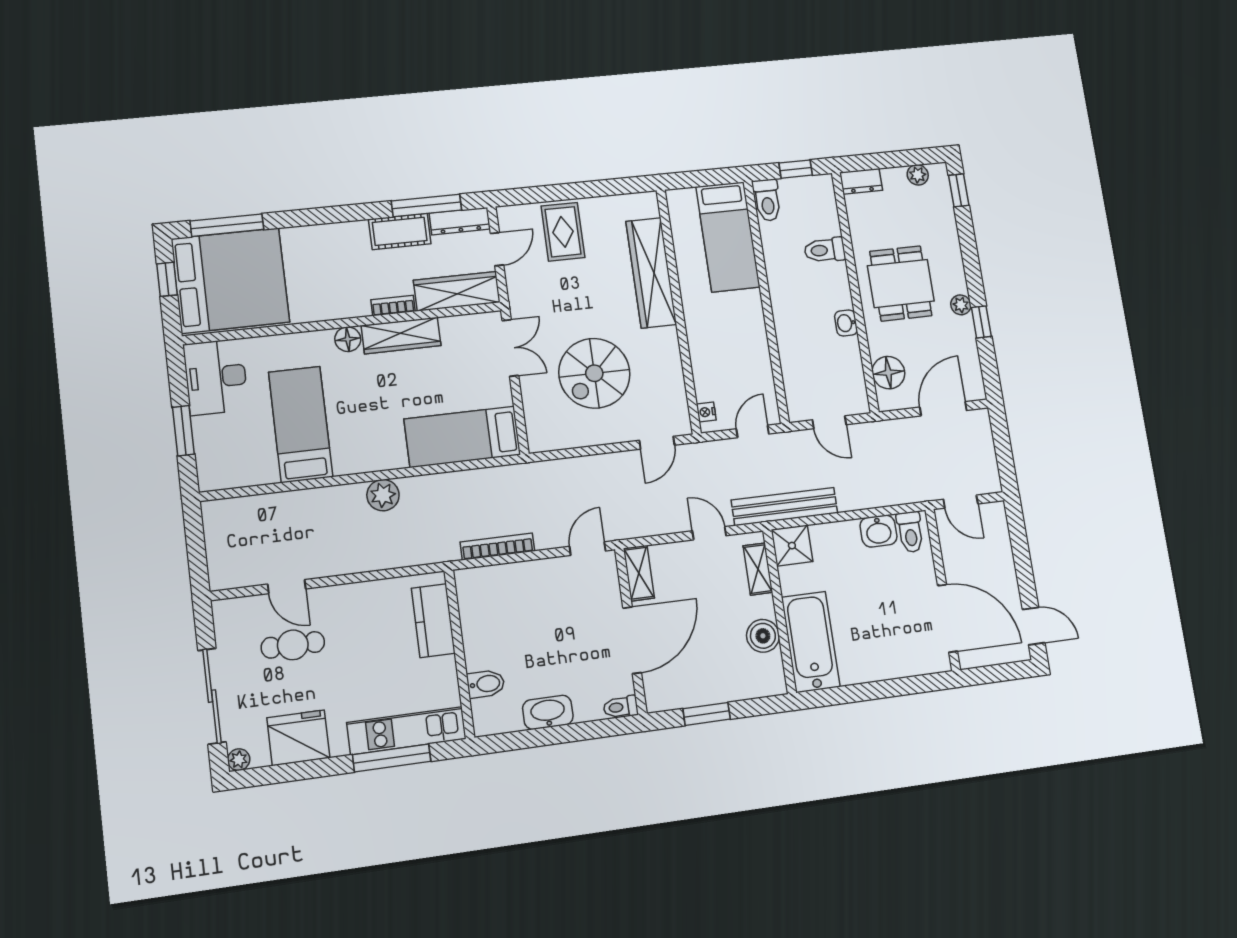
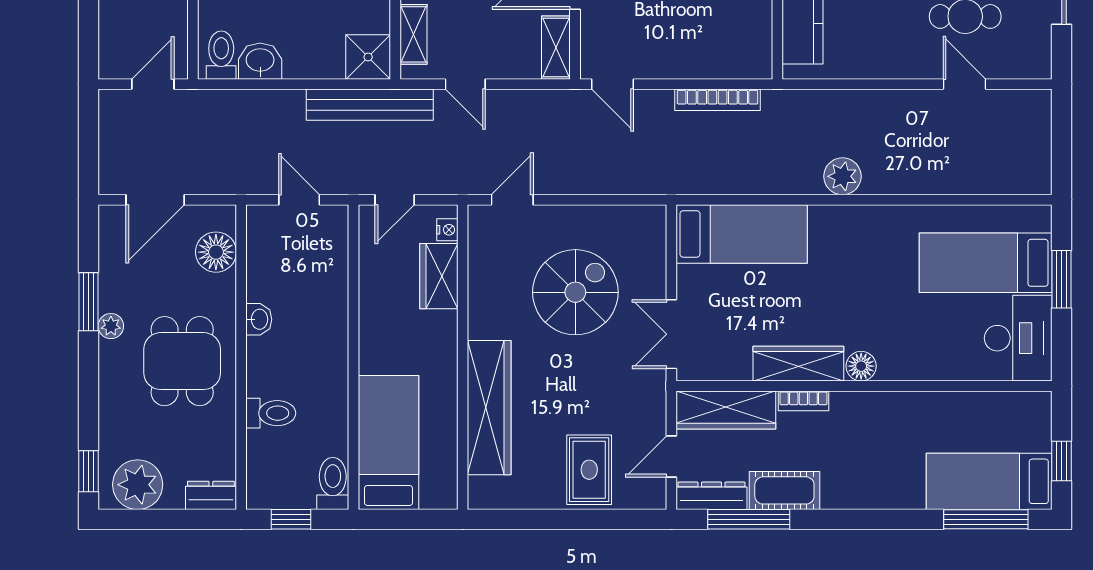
plant: (918, 175) -> (138, 485), width x1.88, depth x1.88
bed: (230, 280) -> (989, 481), width x0.49
window: (981, 322) -> (89, 302), width x1.50
wardrobe: (707, 374) -> (439, 276), added
bed: (301, 424) -> (986, 263), moved, turned 90
door: (961, 502) -> (153, 84), hinge flipped
door: (588, 549) -> (612, 84), hinge flipped

